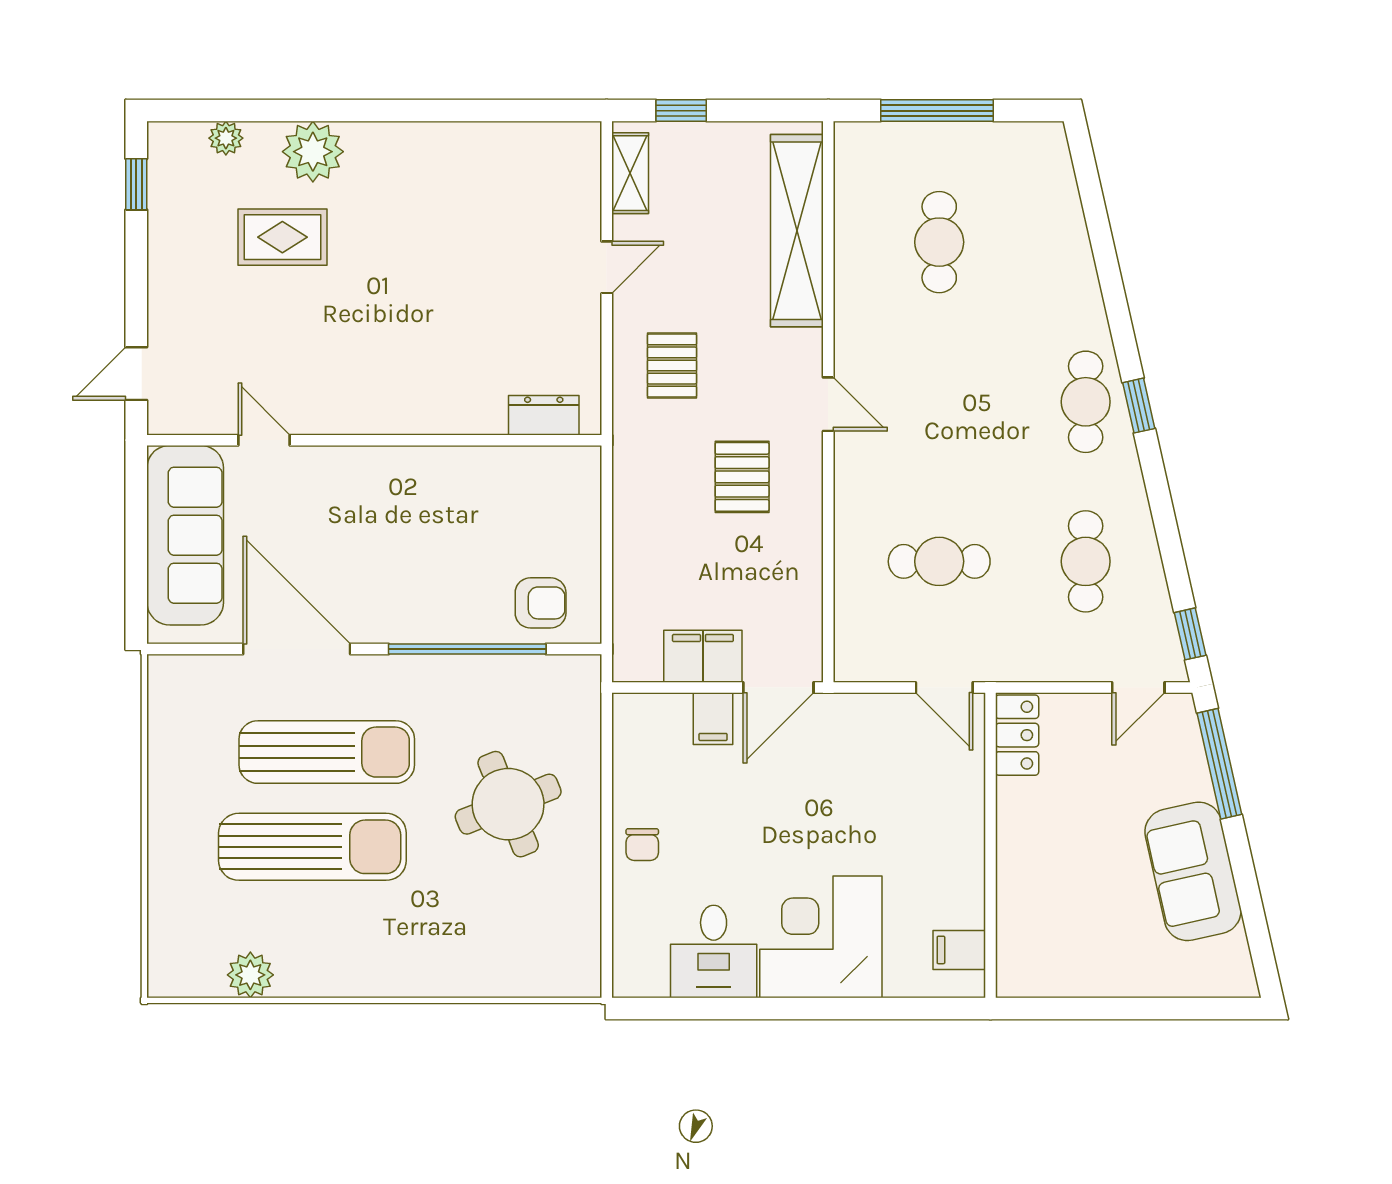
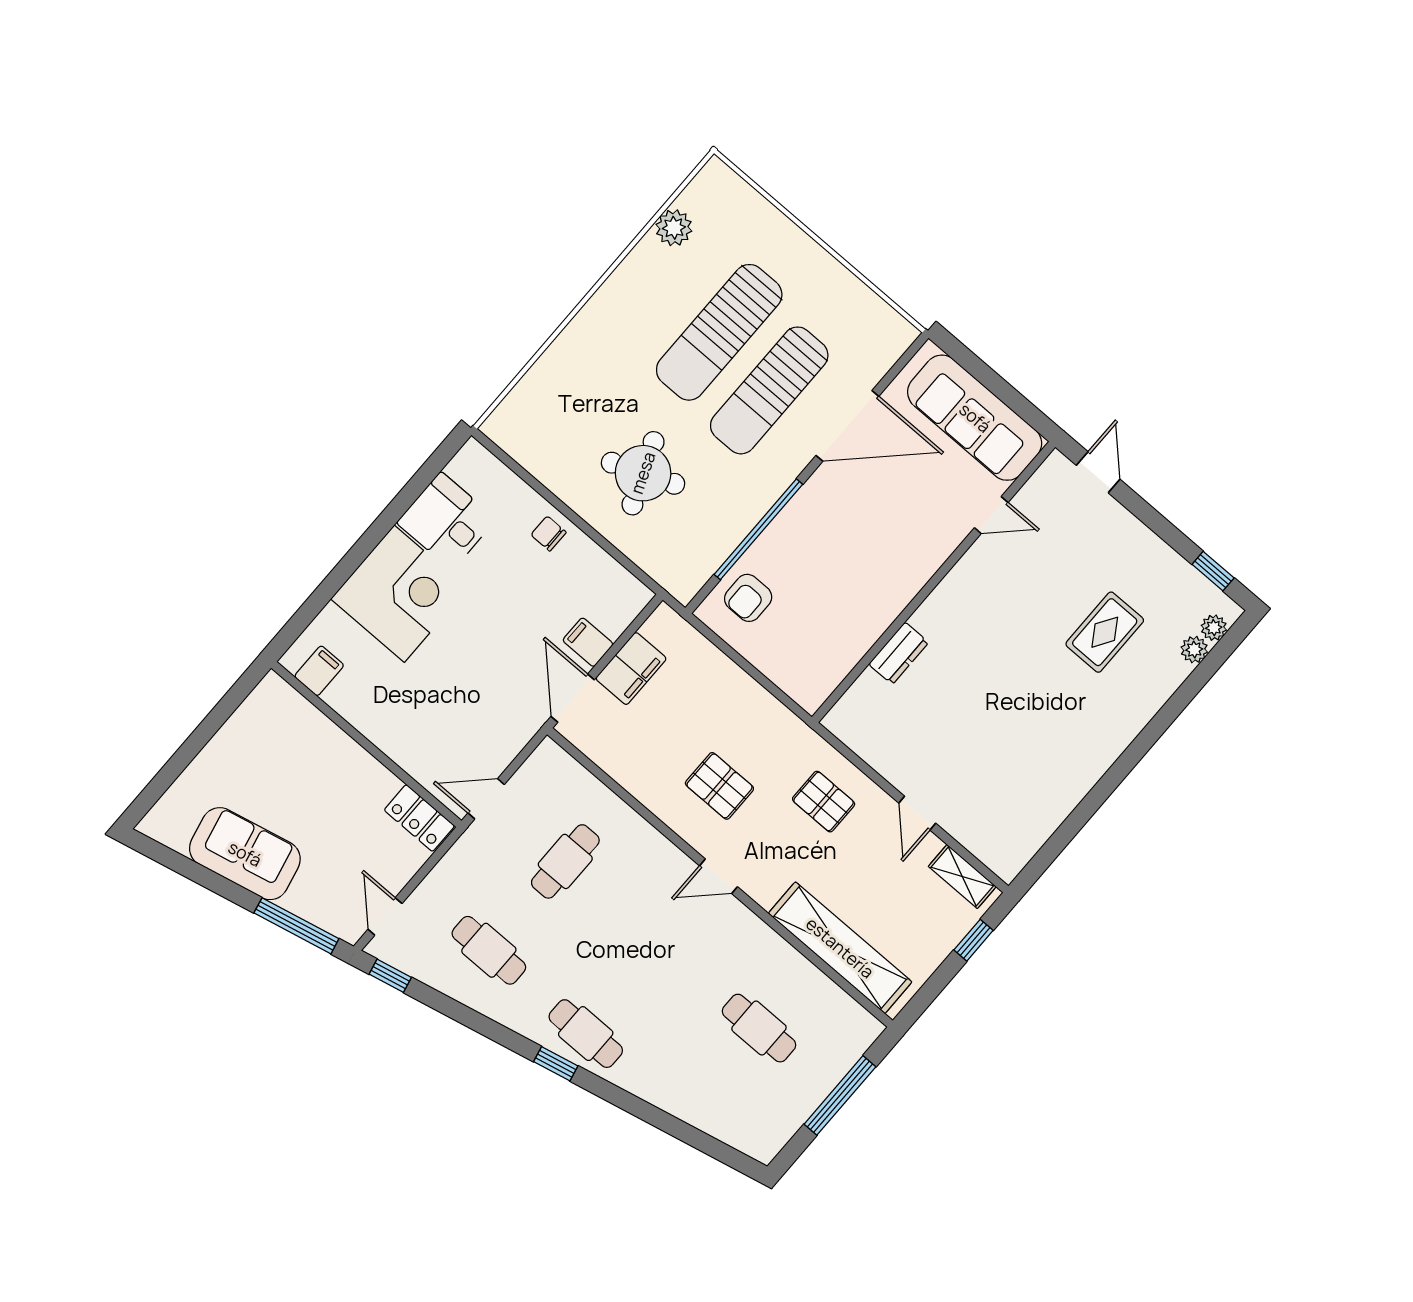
plant: (313, 152) -> (1214, 628), moved, width x0.53, depth x0.53
dresser: (544, 415) -> (899, 653), moved

